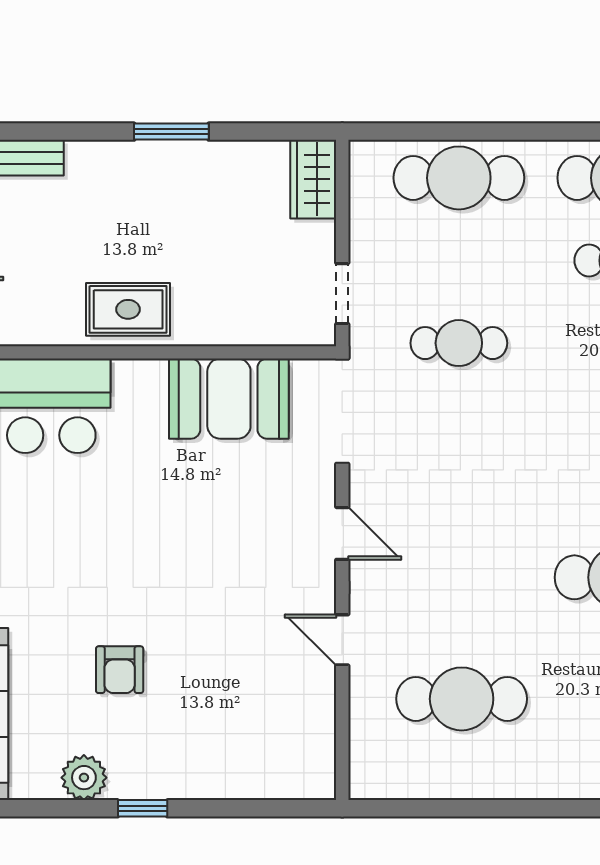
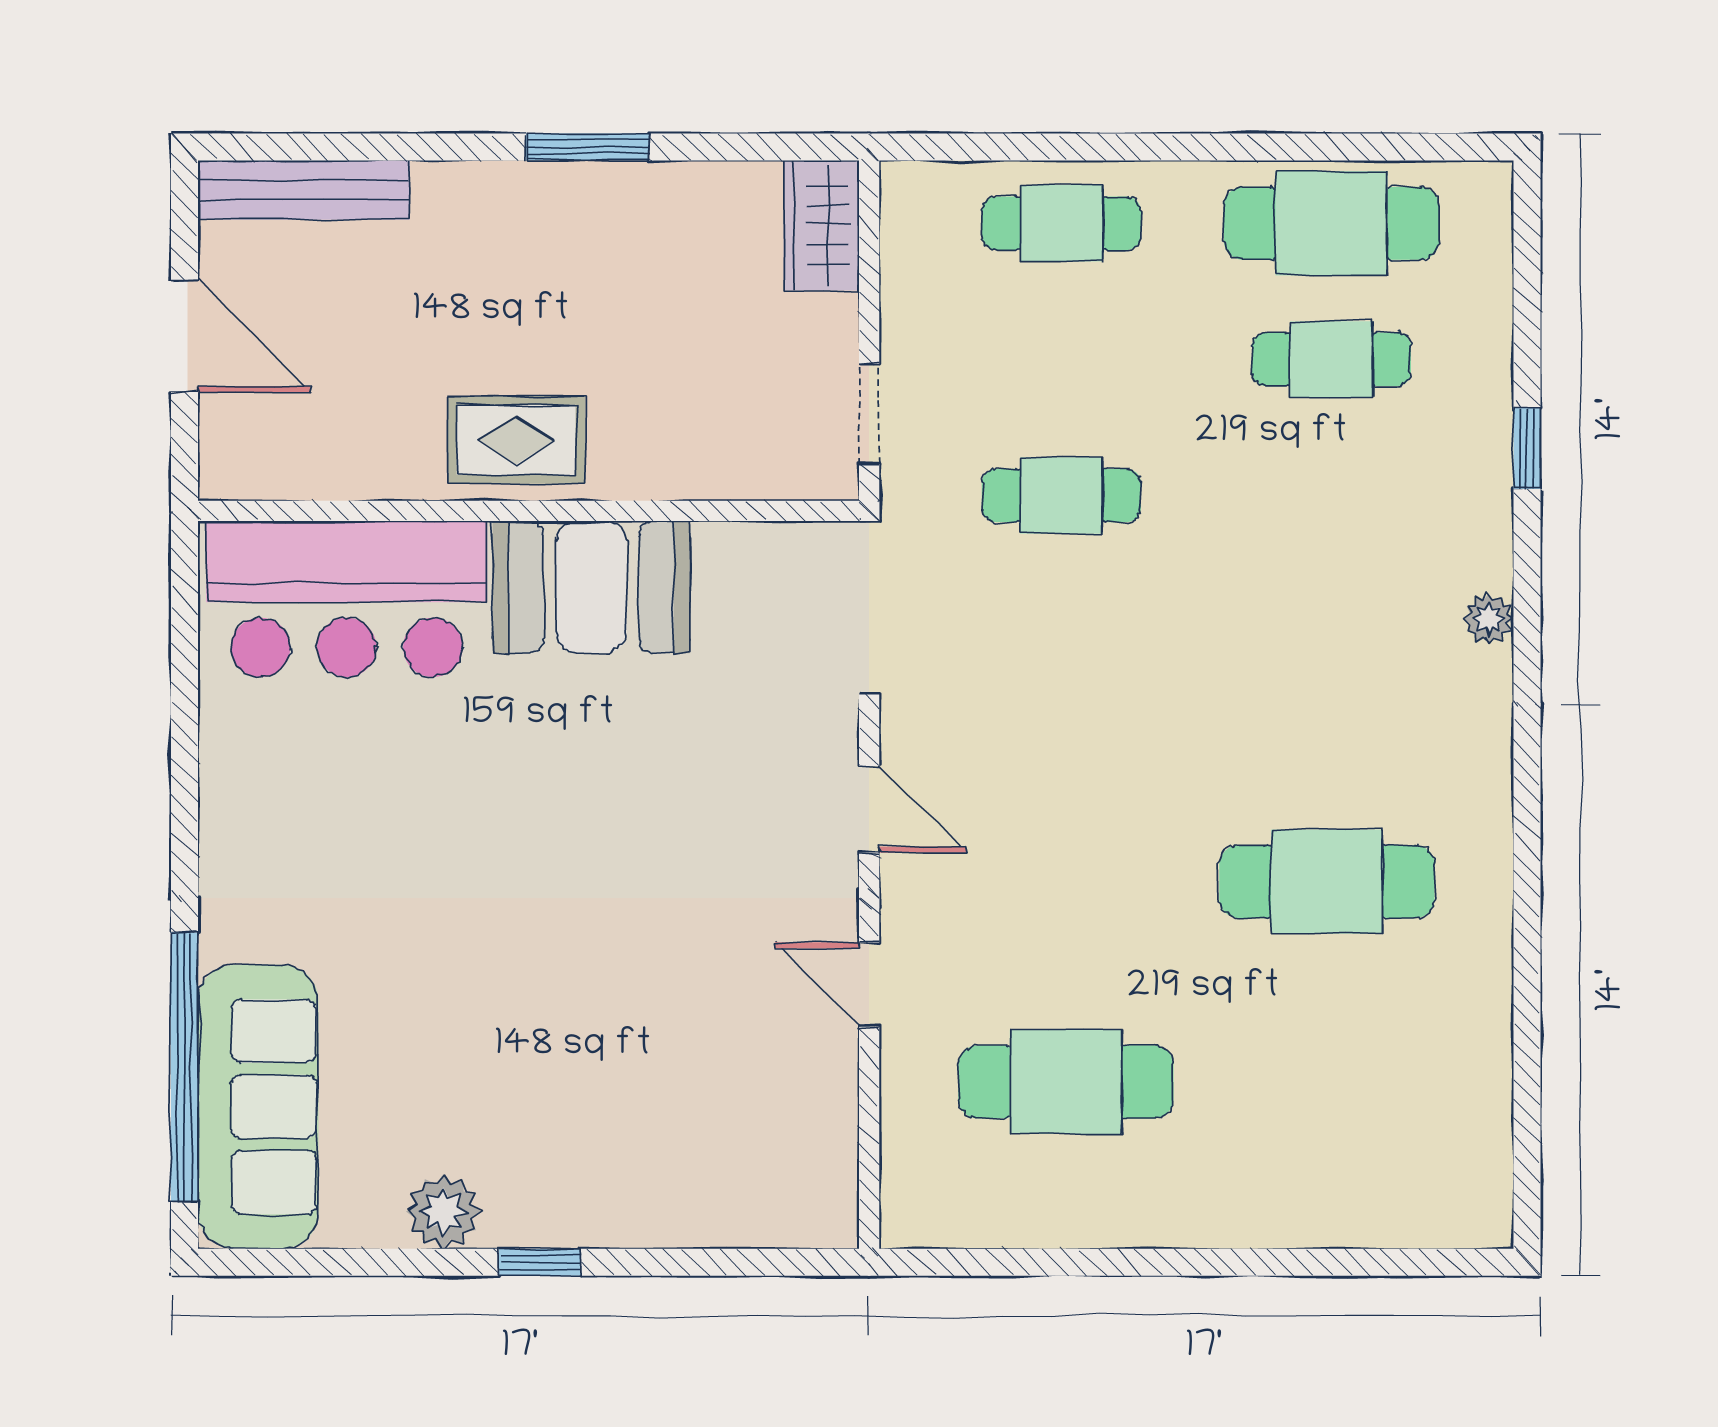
cafe table: (459, 178) -> (1061, 223), width x0.73, depth x0.74
booth: (229, 399) -> (591, 587), moved
armchair: (120, 670) -> (502, 1034), removed

